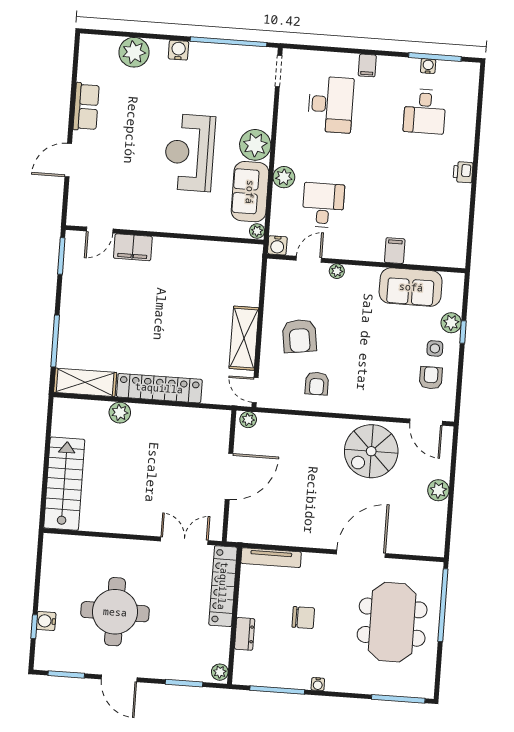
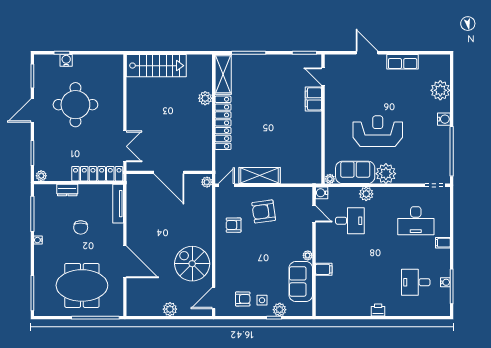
plant: (337, 271) -> (308, 255), moved

